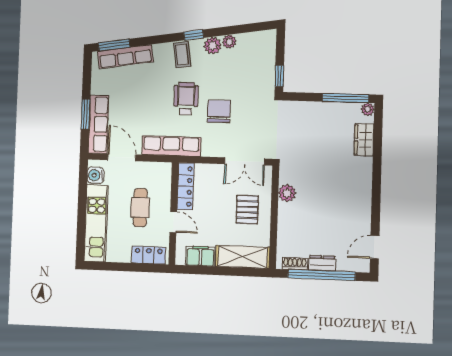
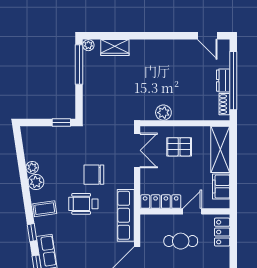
window: (194, 35) -> (32, 233), moved

